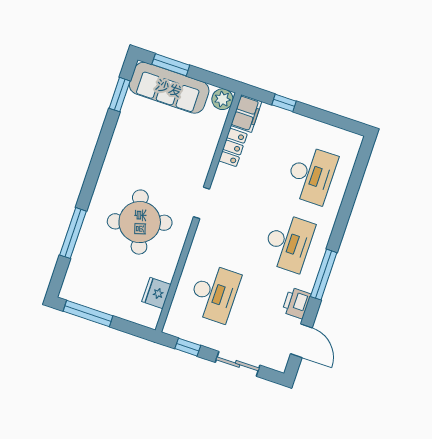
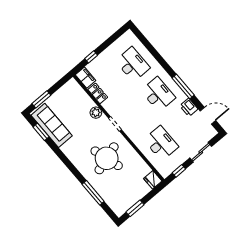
sofa: (169, 88) -> (52, 125), moved, turned -90
plant: (222, 99) -> (96, 113), moved
fridge: (156, 293) -> (153, 180), moved
window: (88, 314) -> (135, 208), width x0.69

